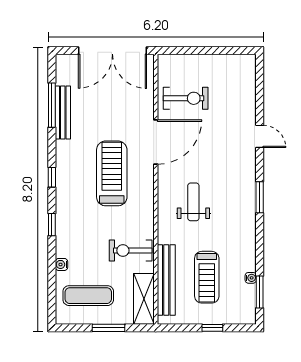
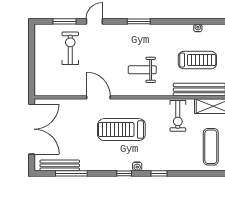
exercise bike: (186, 98) -> (70, 48), moved
bench: (63, 113) -> (60, 165), moved
door: (156, 142) -> (98, 97), width x0.73
water cooler: (61, 264) -> (137, 166), moved
window: (260, 292) -> (64, 21), moved

